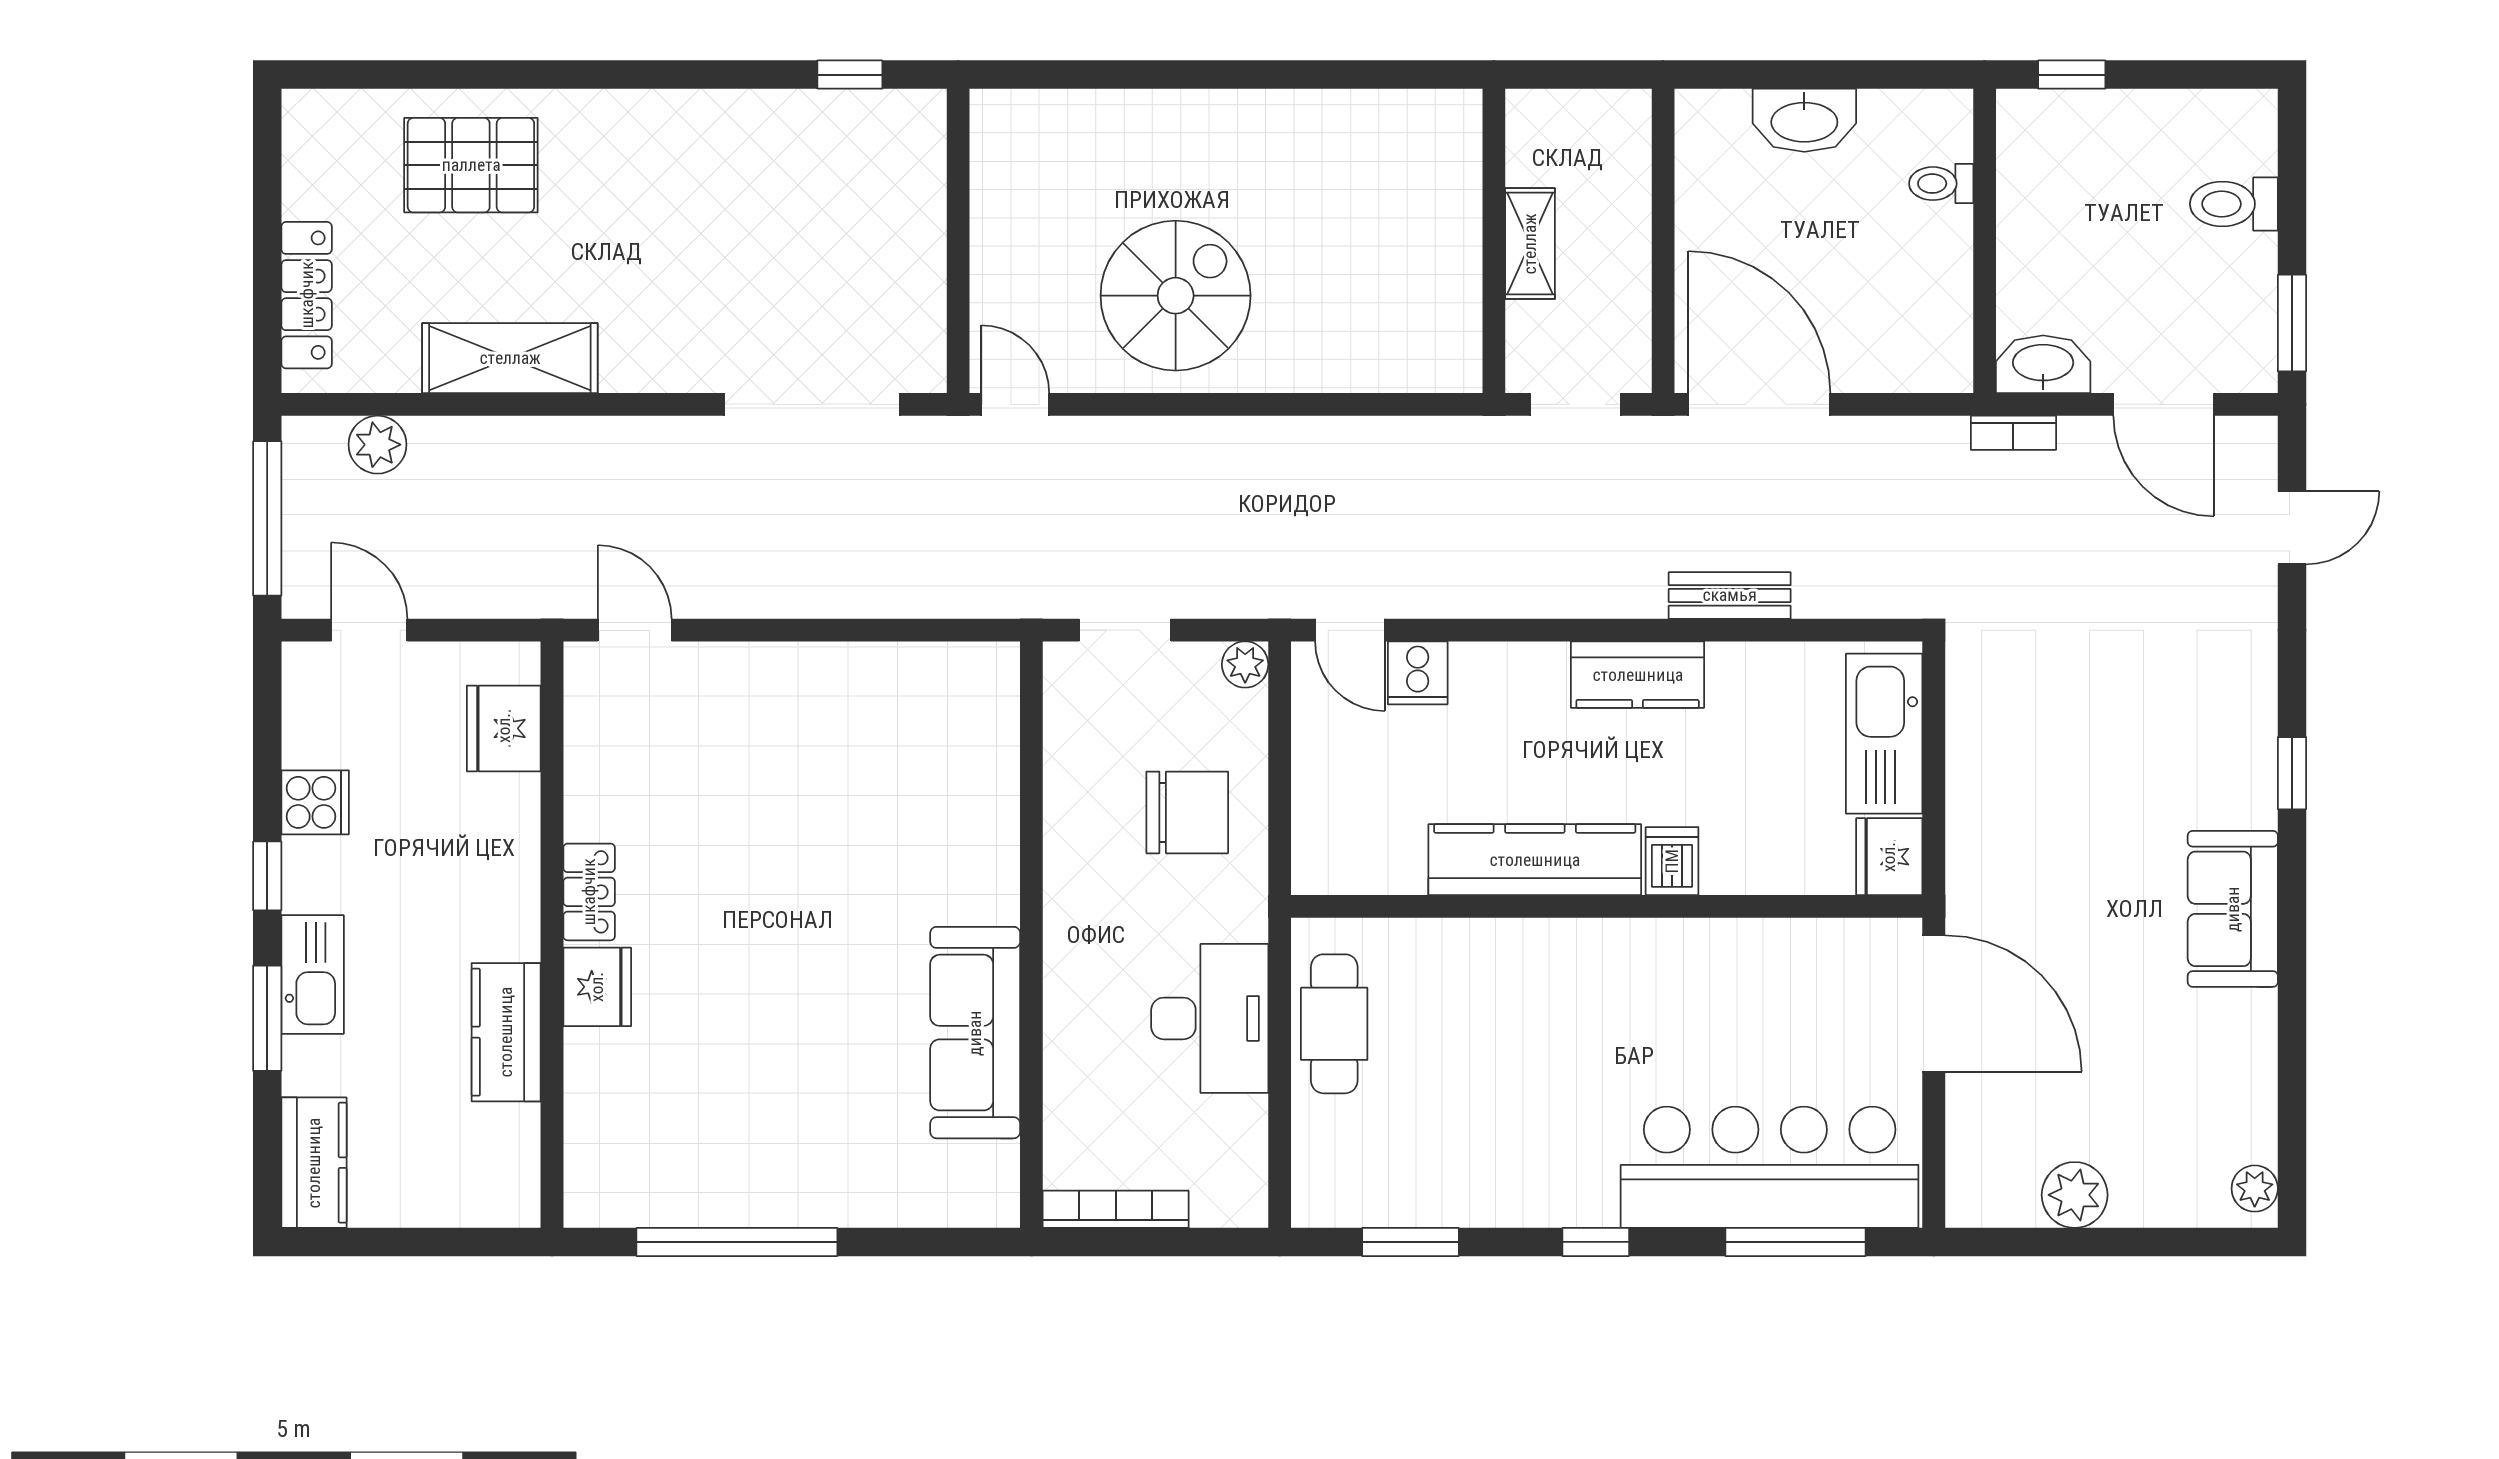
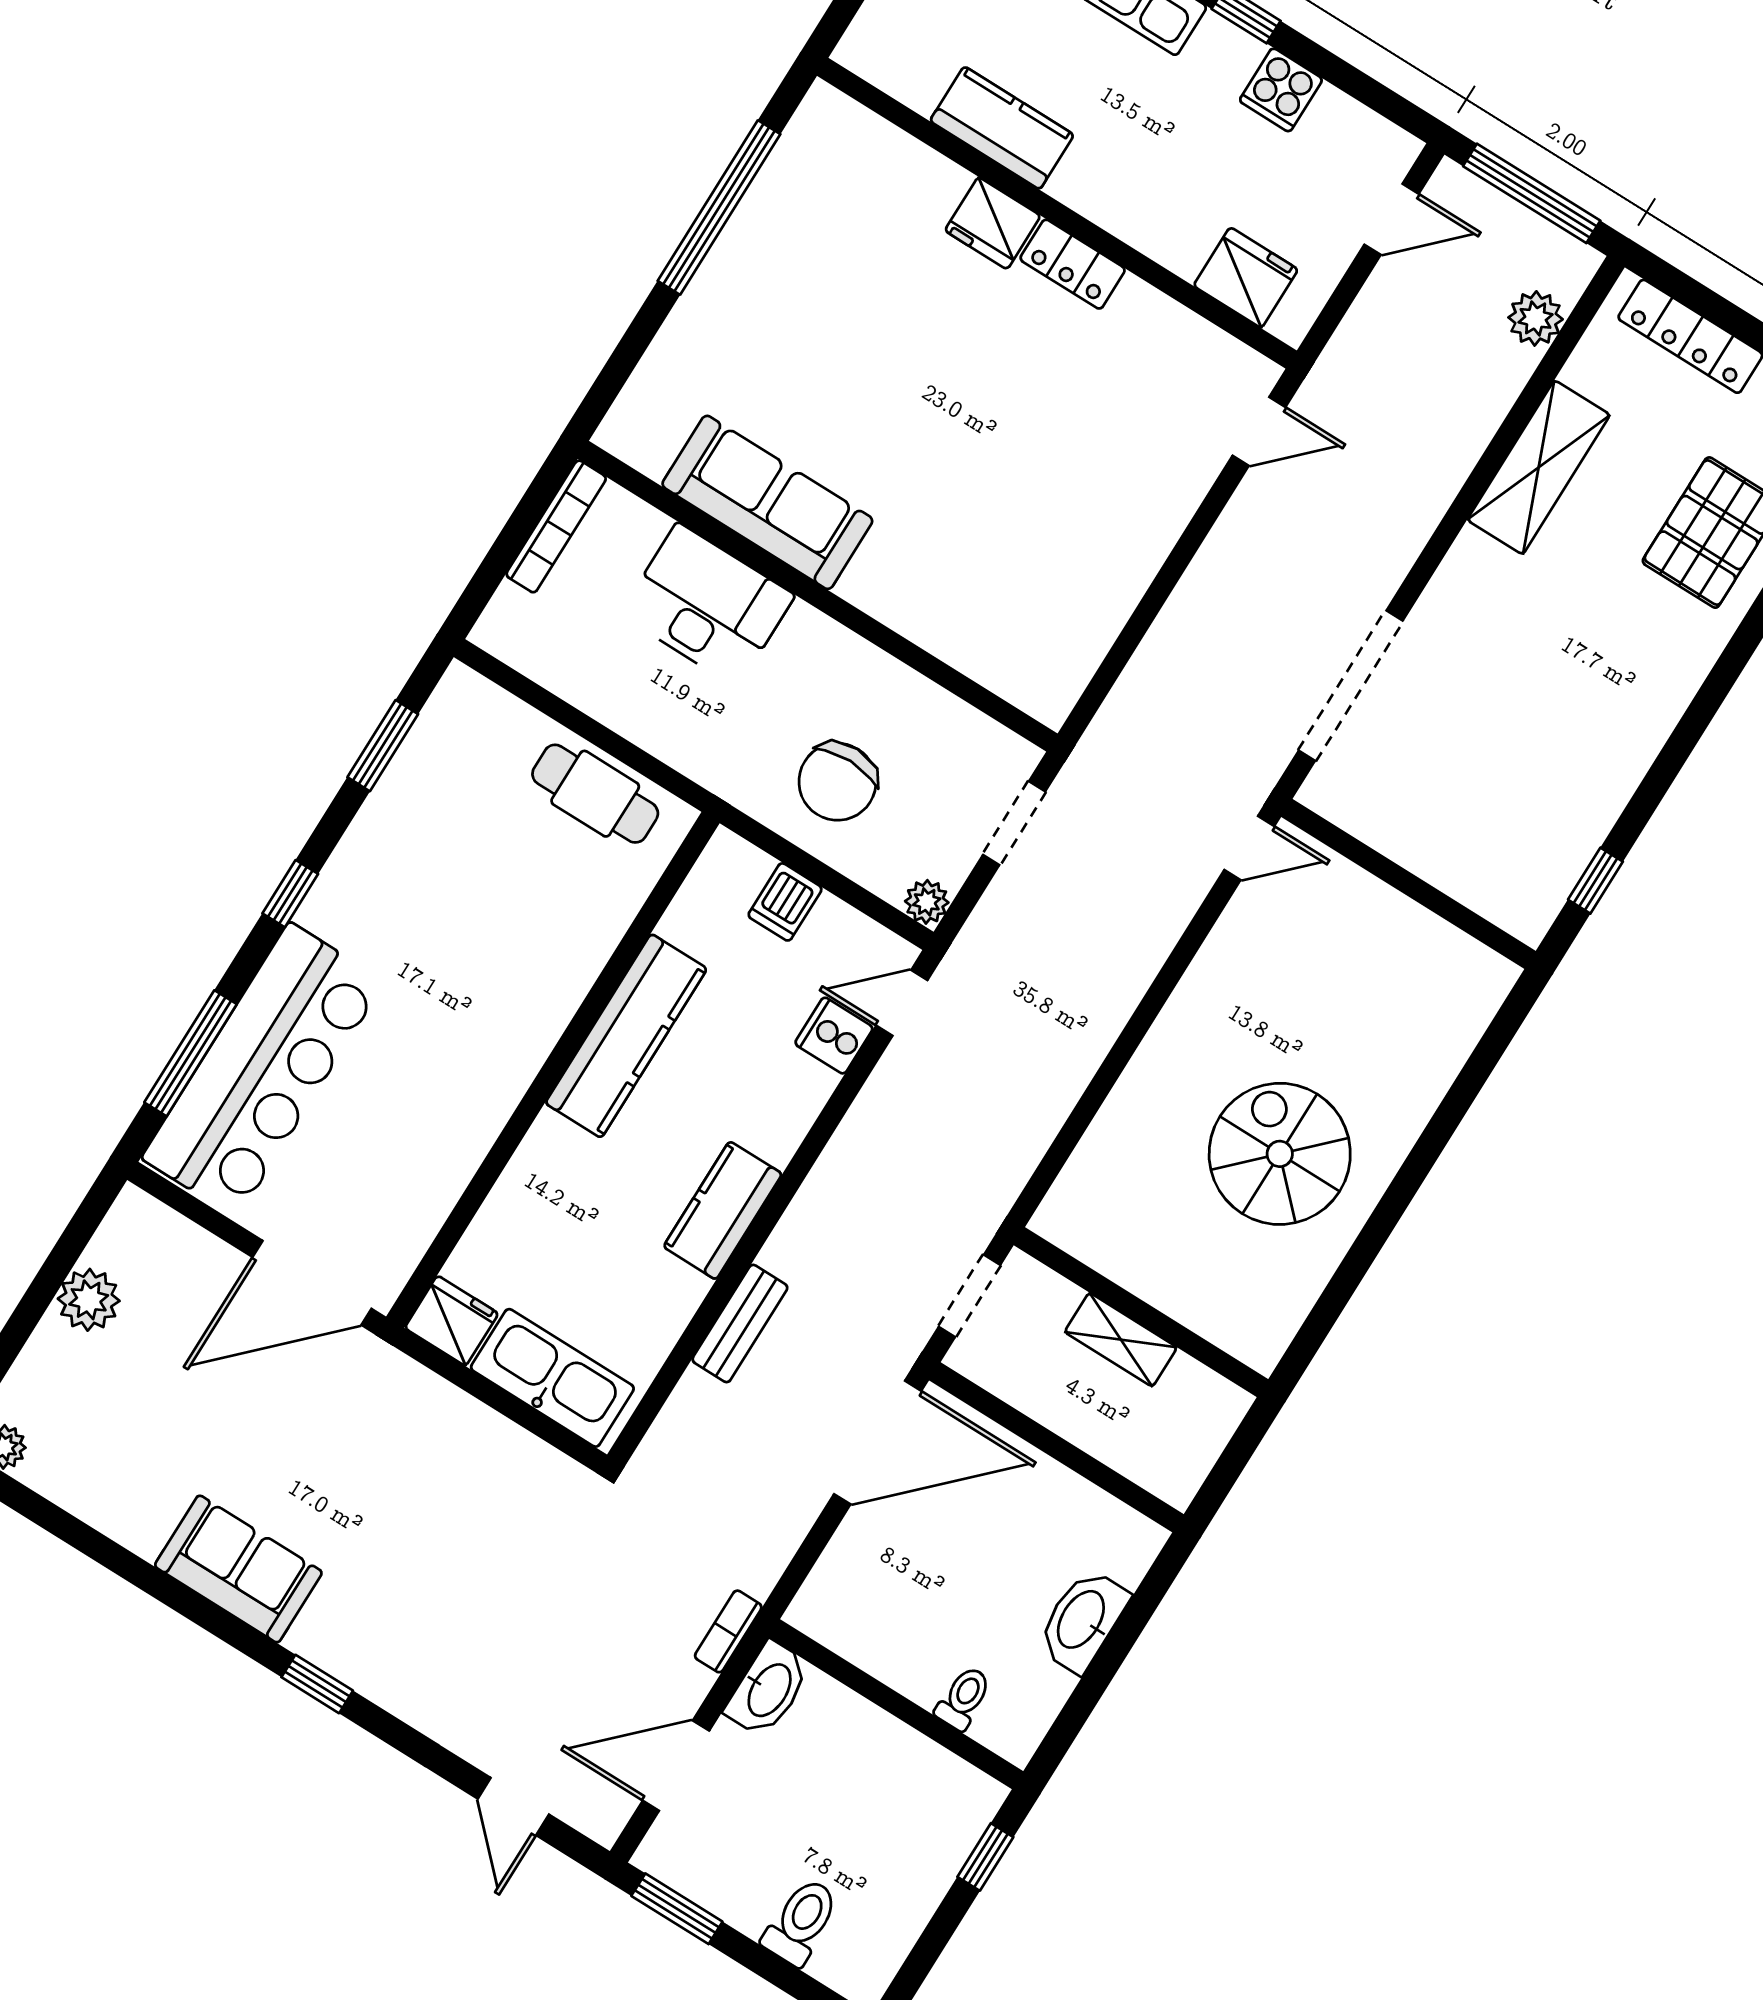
spiral stairs: (1176, 296) -> (1280, 1154), moved, turned 180
dishwasher: (1672, 861) -> (785, 902), moved, turned 90
desk: (1210, 1018) -> (707, 605), moved, turned 180

